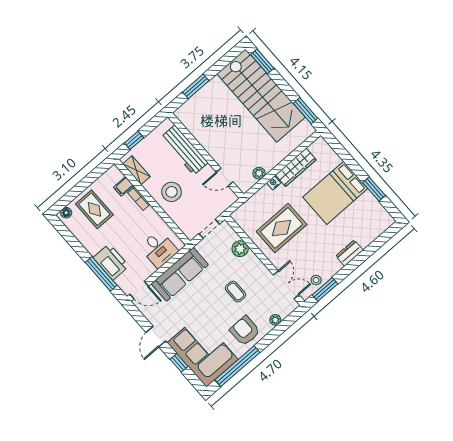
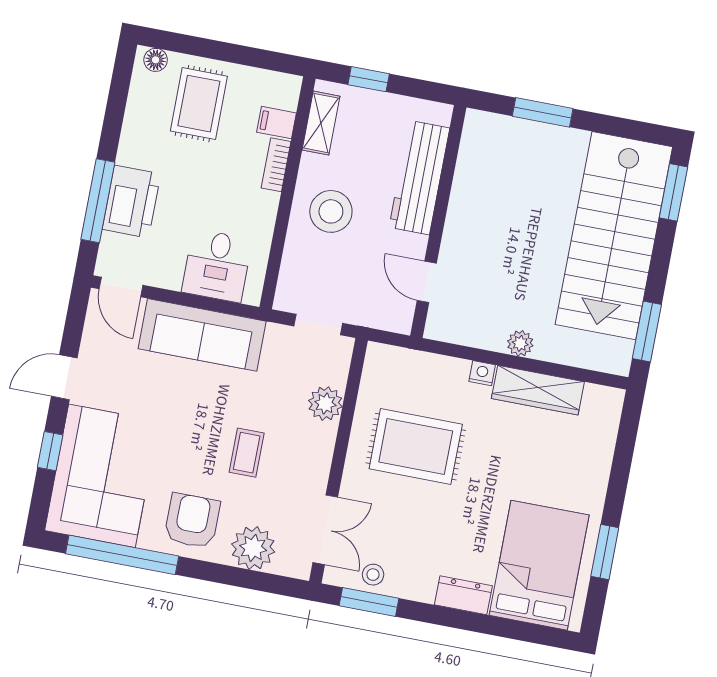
plant: (259, 173) -> (520, 343), moved
bed: (335, 193) -> (539, 565), moved, turned 90
plant: (275, 320) -> (253, 548), width x1.88, depth x1.88

